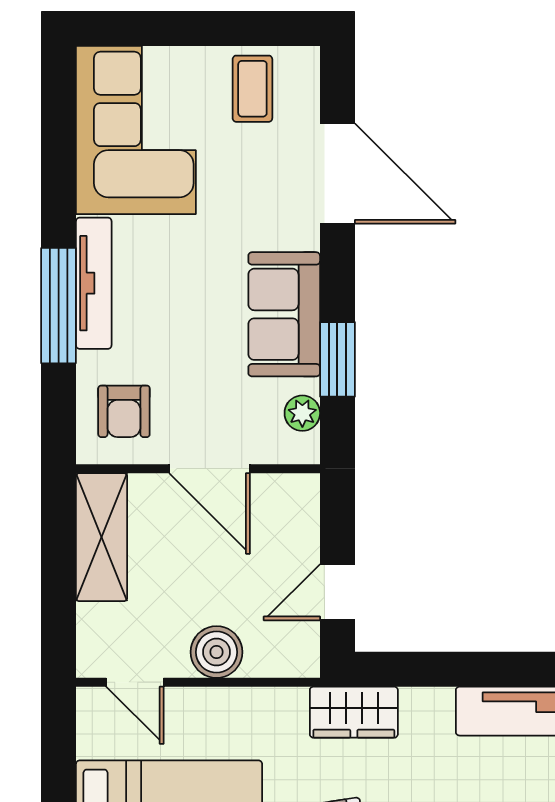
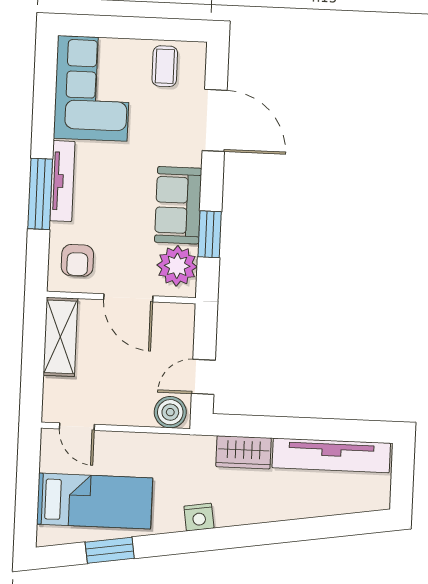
plant: (302, 413) -> (177, 266), width x1.88, depth x1.88
boiler: (217, 652) -> (170, 412), moved
wardrobe: (354, 712) -> (244, 452), moved

